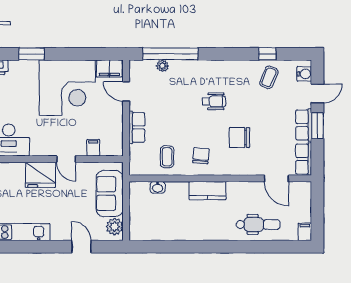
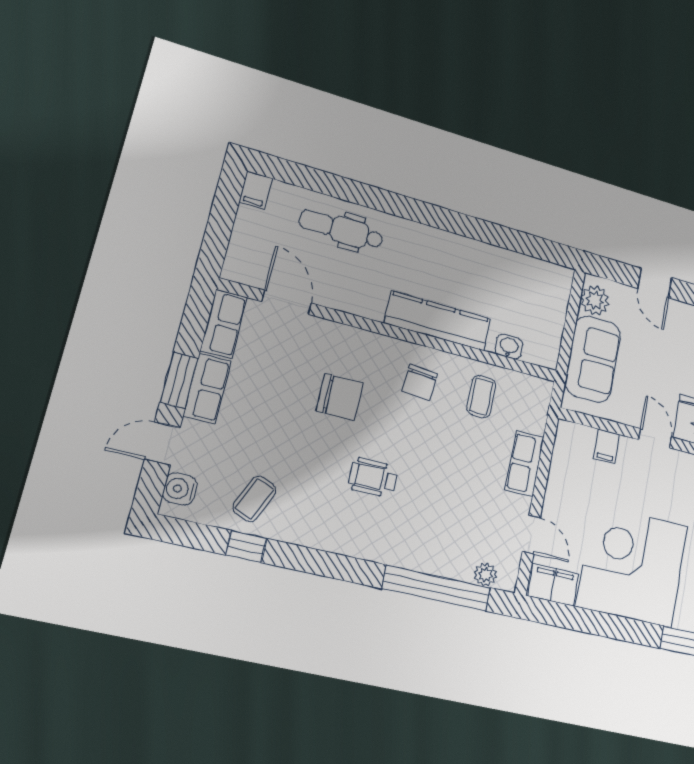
plant: (162, 66) -> (485, 575), moved
kitchen counter: (207, 191) -> (438, 321), width x1.50

